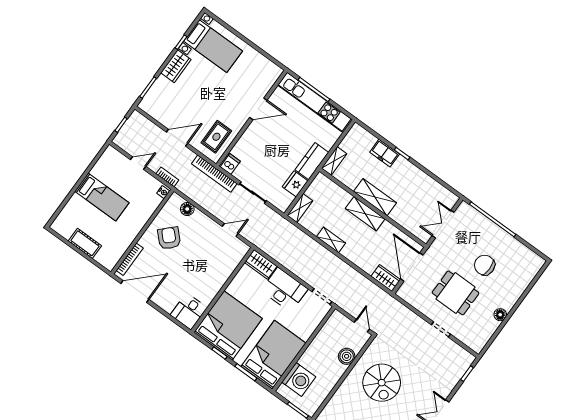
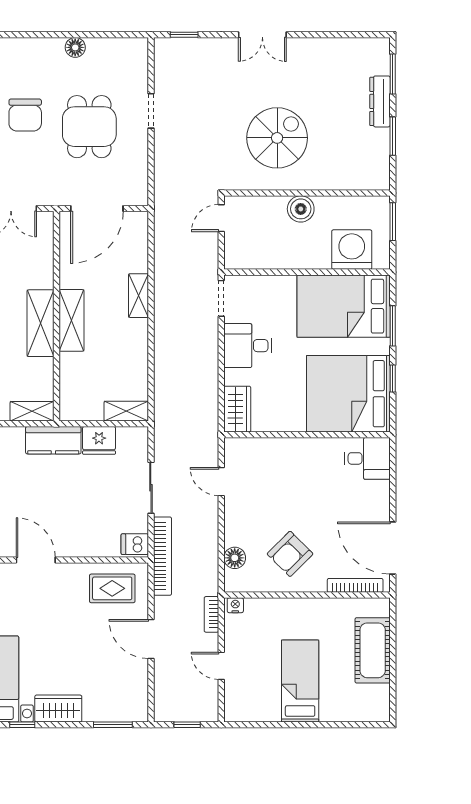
shelving: (331, 240) -> (138, 296), moved
cot: (85, 243) -> (373, 650), width x1.37, depth x1.34
wardrobe: (386, 278) -> (136, 232), removed
desk: (284, 290) -> (248, 346), width x0.73
boiler: (347, 356) -> (301, 209), moved

